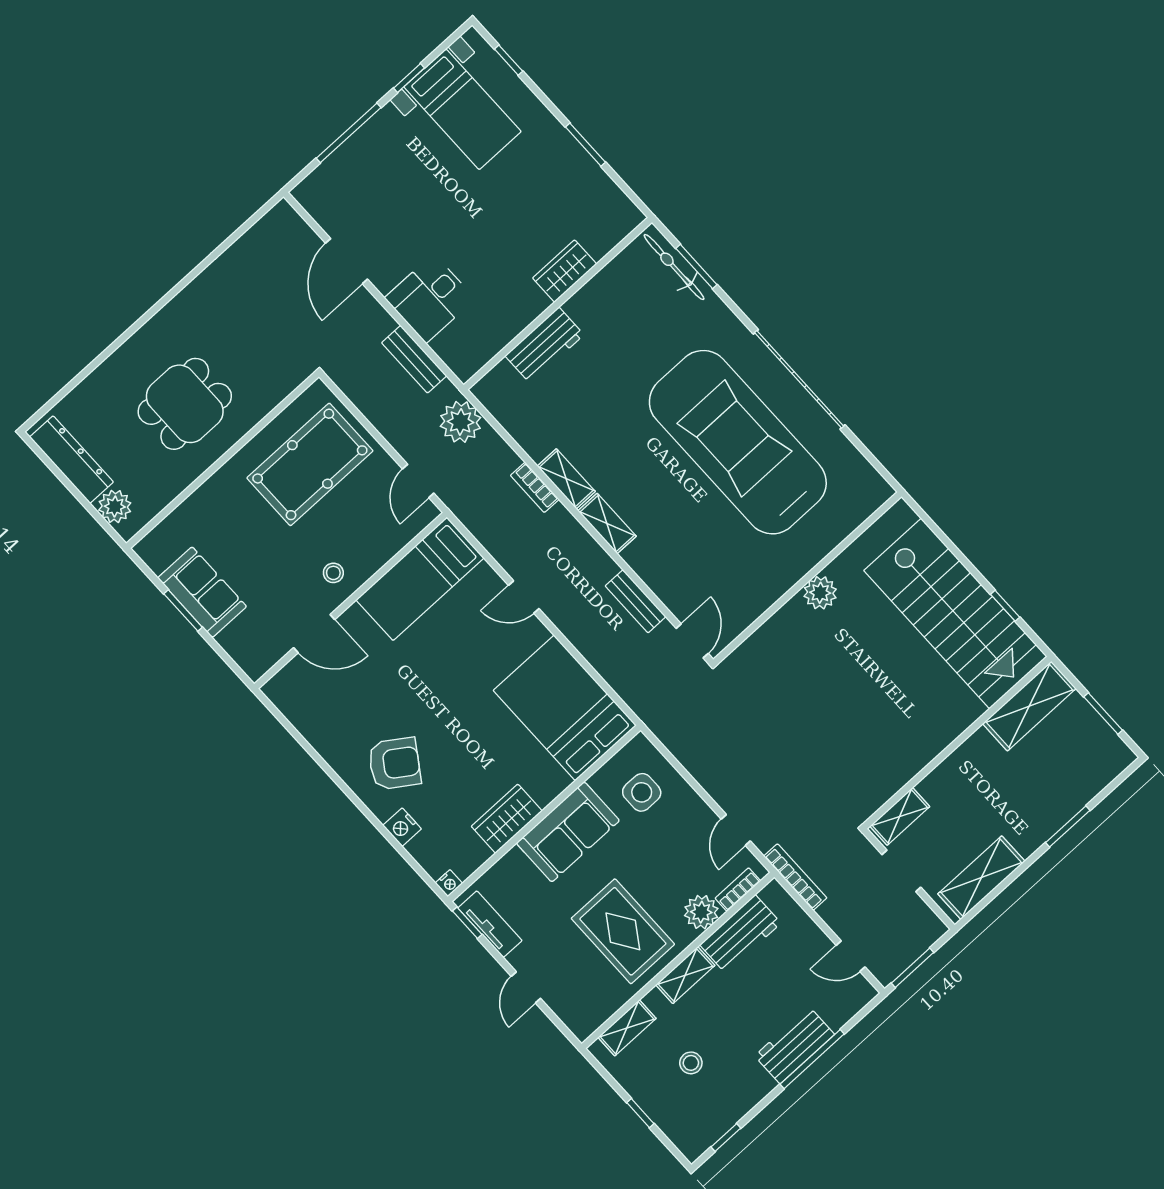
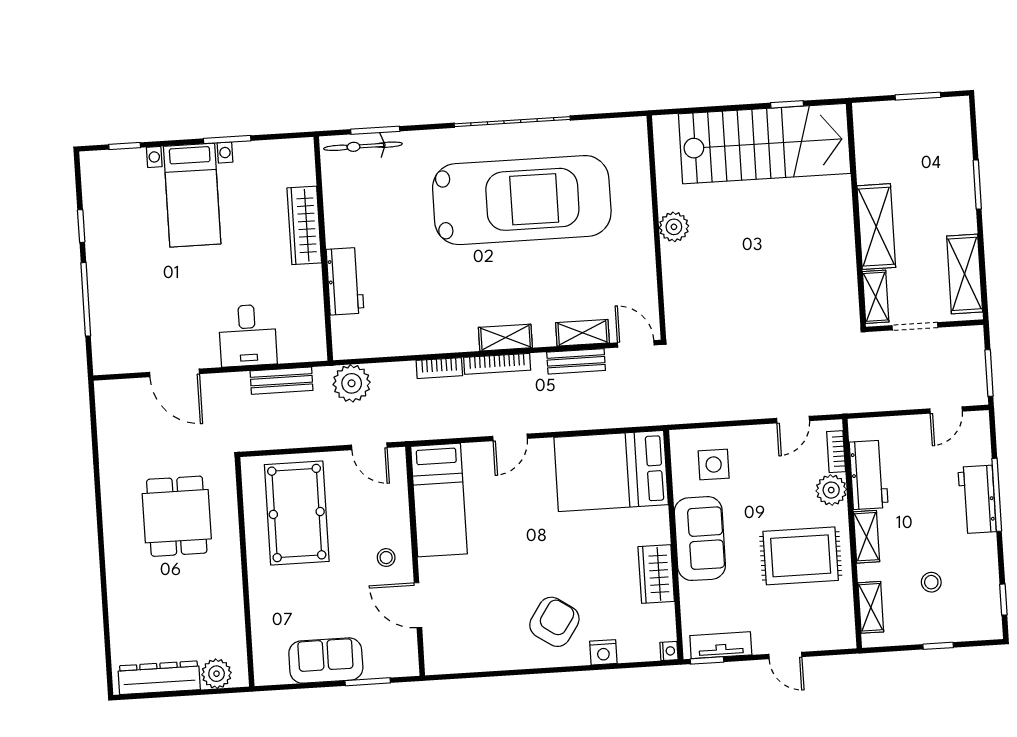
bed with nightstands: (462, 109) -> (192, 195), moved, turned 90
wardrobe: (565, 271) -> (304, 225), width x1.50
dining table: (185, 404) -> (177, 516), moved
car: (738, 442) -> (522, 200), turned 180
shelving: (566, 479) -> (582, 333), moved
window: (183, 611) -> (368, 682), moved
door: (314, 634) -> (418, 605), swing flipped
shelving: (1029, 706) -> (876, 227), moved
door: (736, 830) -> (793, 420), hinge flipped
bookcase: (795, 877) -> (497, 364), moved, turned 180

